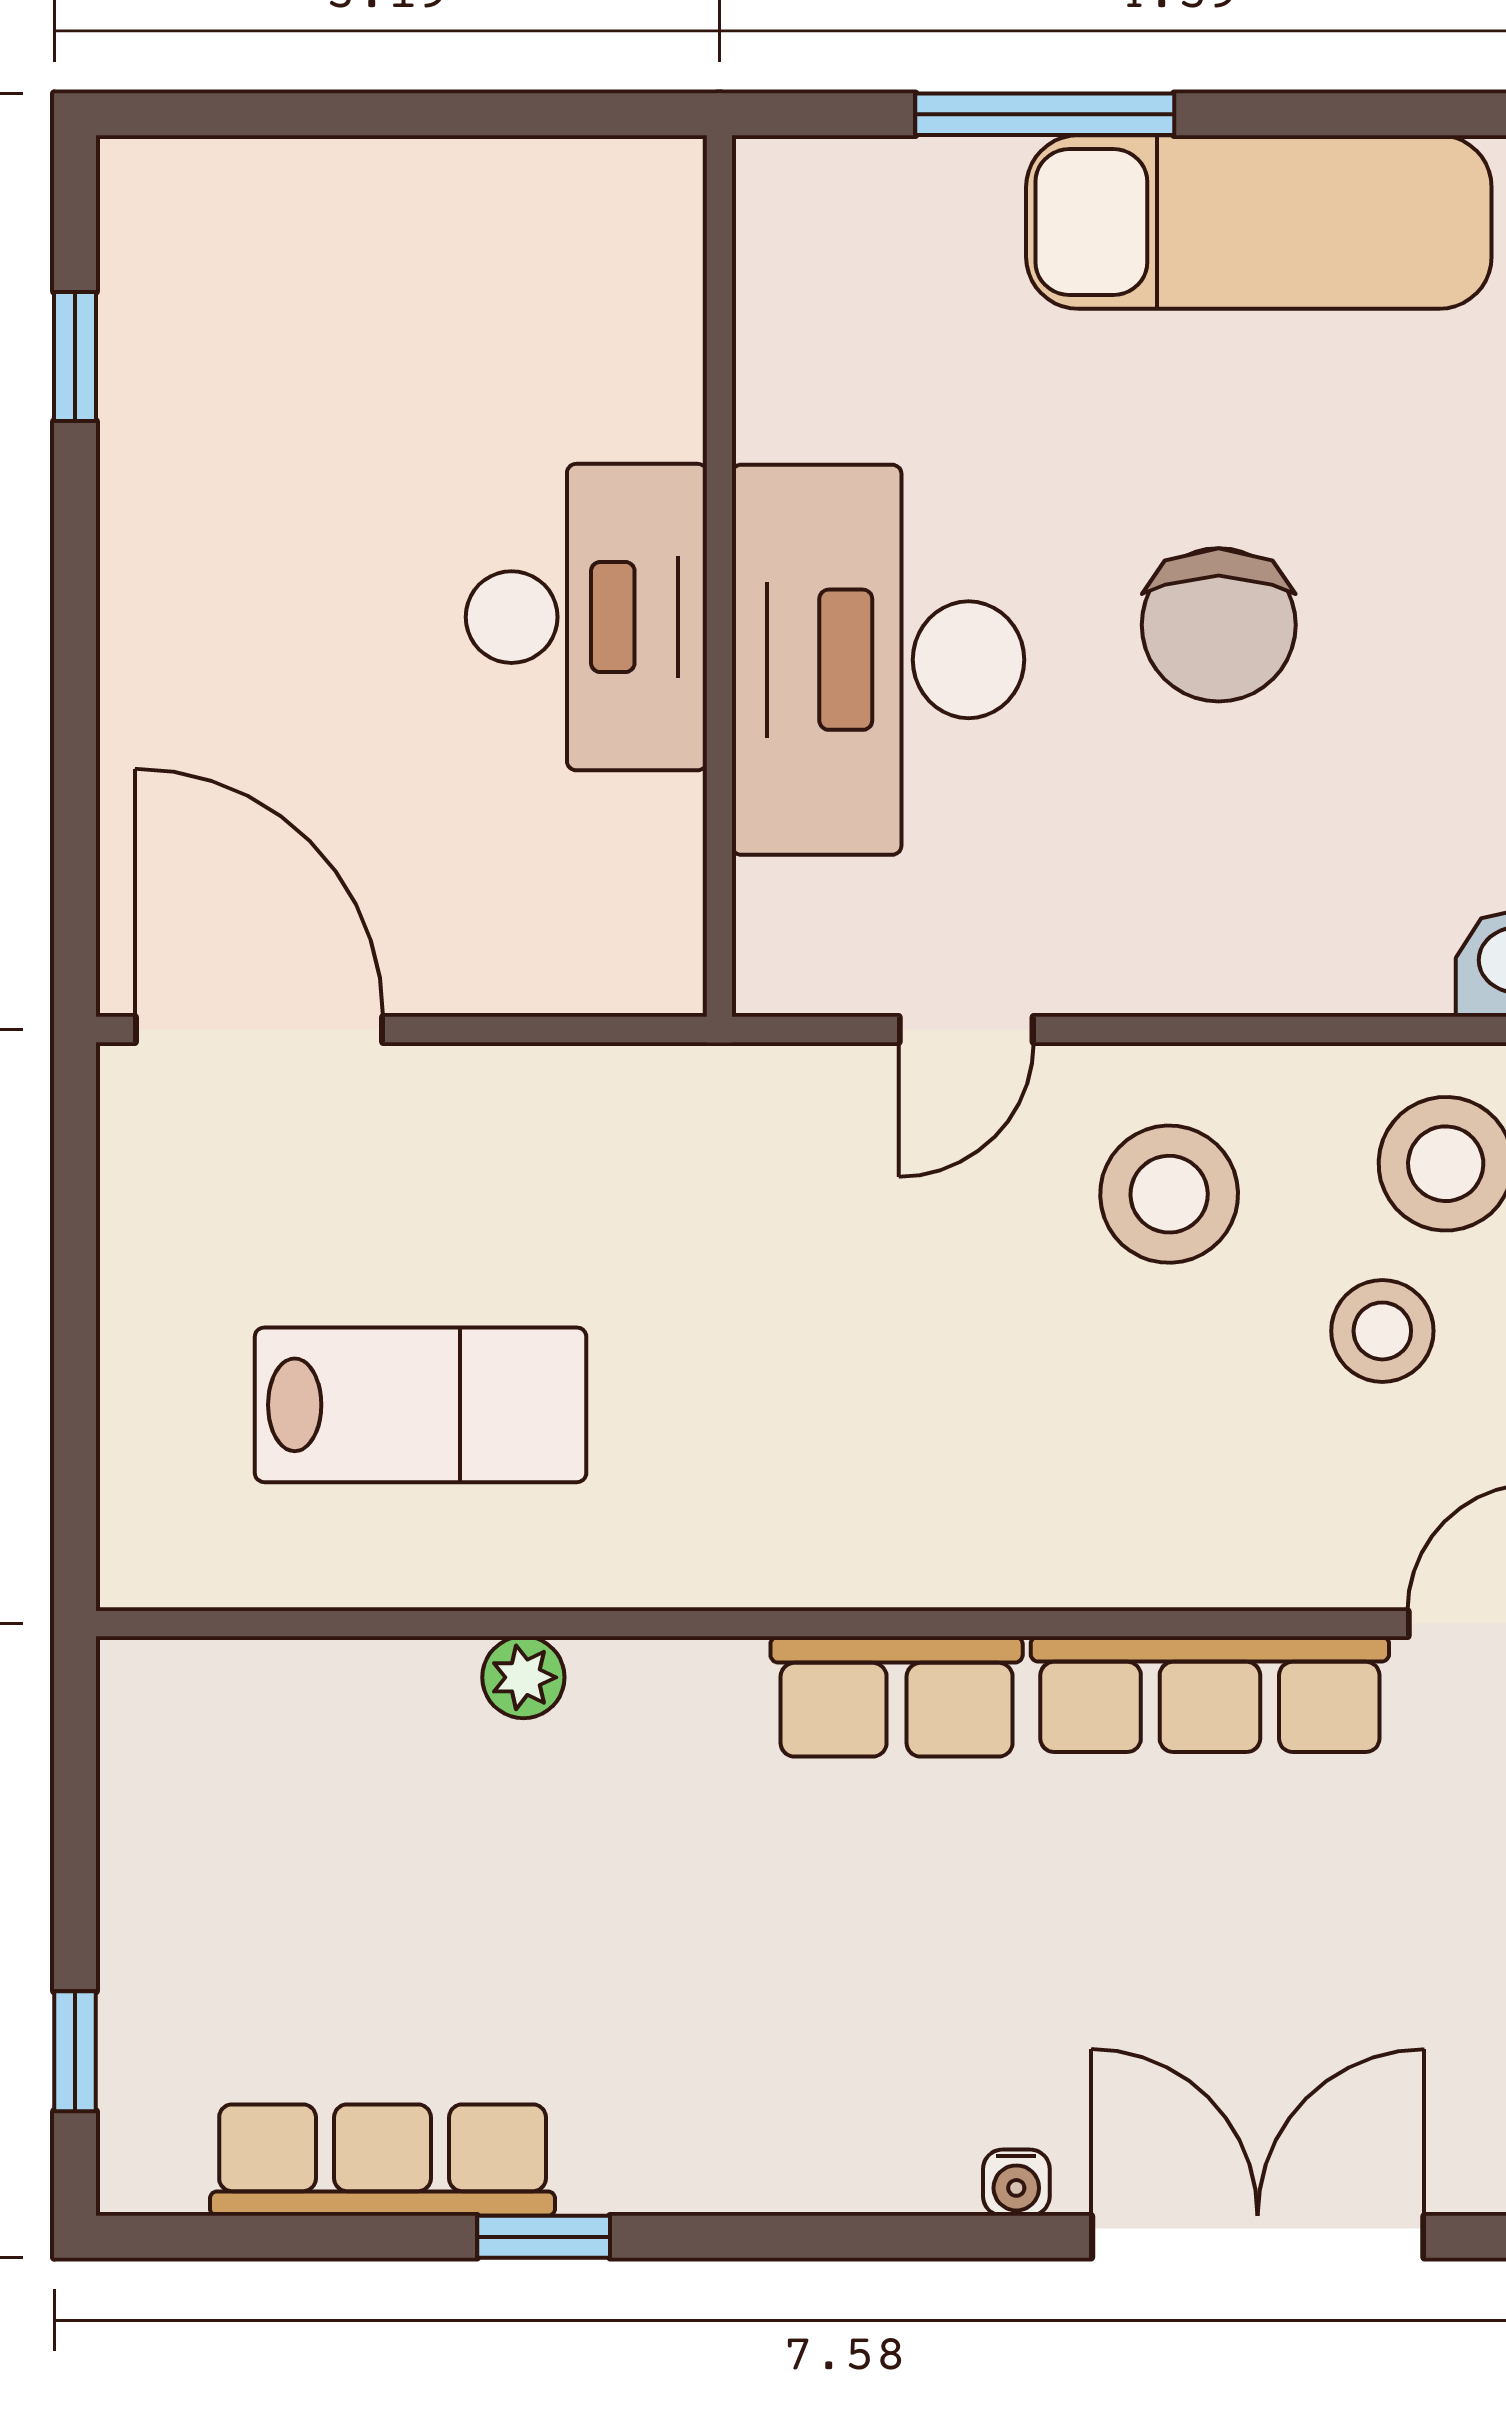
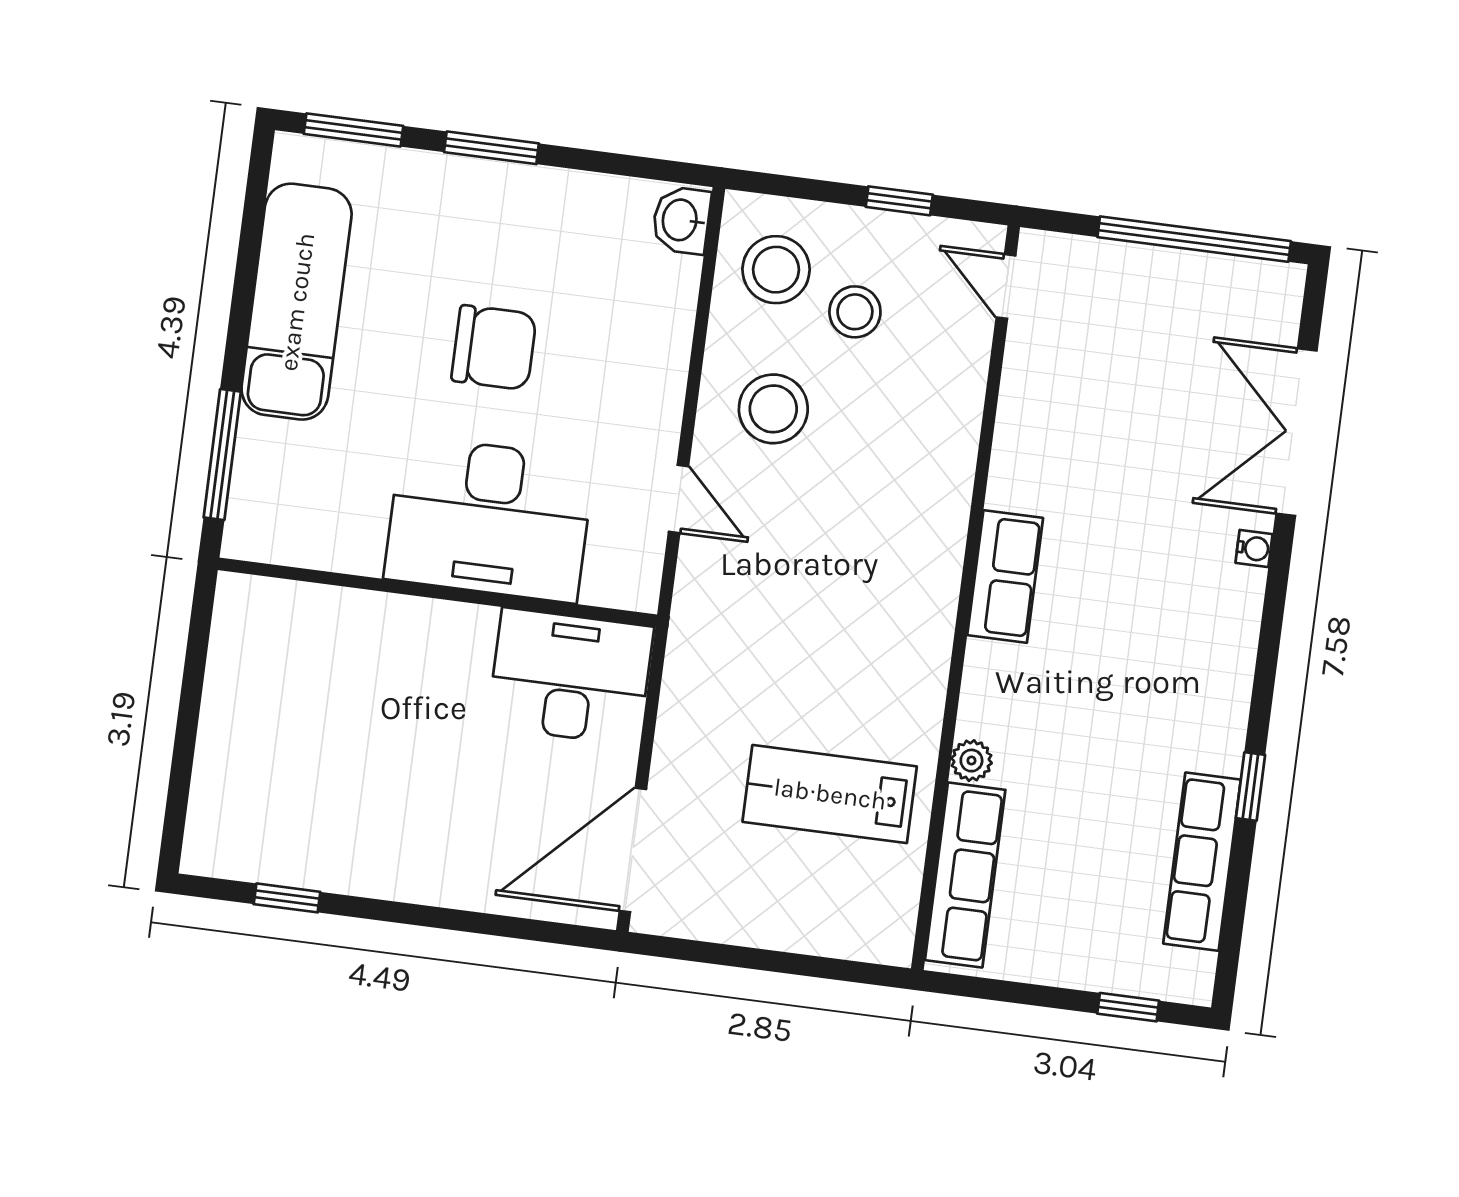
window: (1045, 114) -> (222, 455), moved
desk: (586, 617) -> (570, 677), moved
lab bench: (421, 1405) -> (830, 794), turned -90
row of seats: (1210, 1694) -> (965, 875), moved

